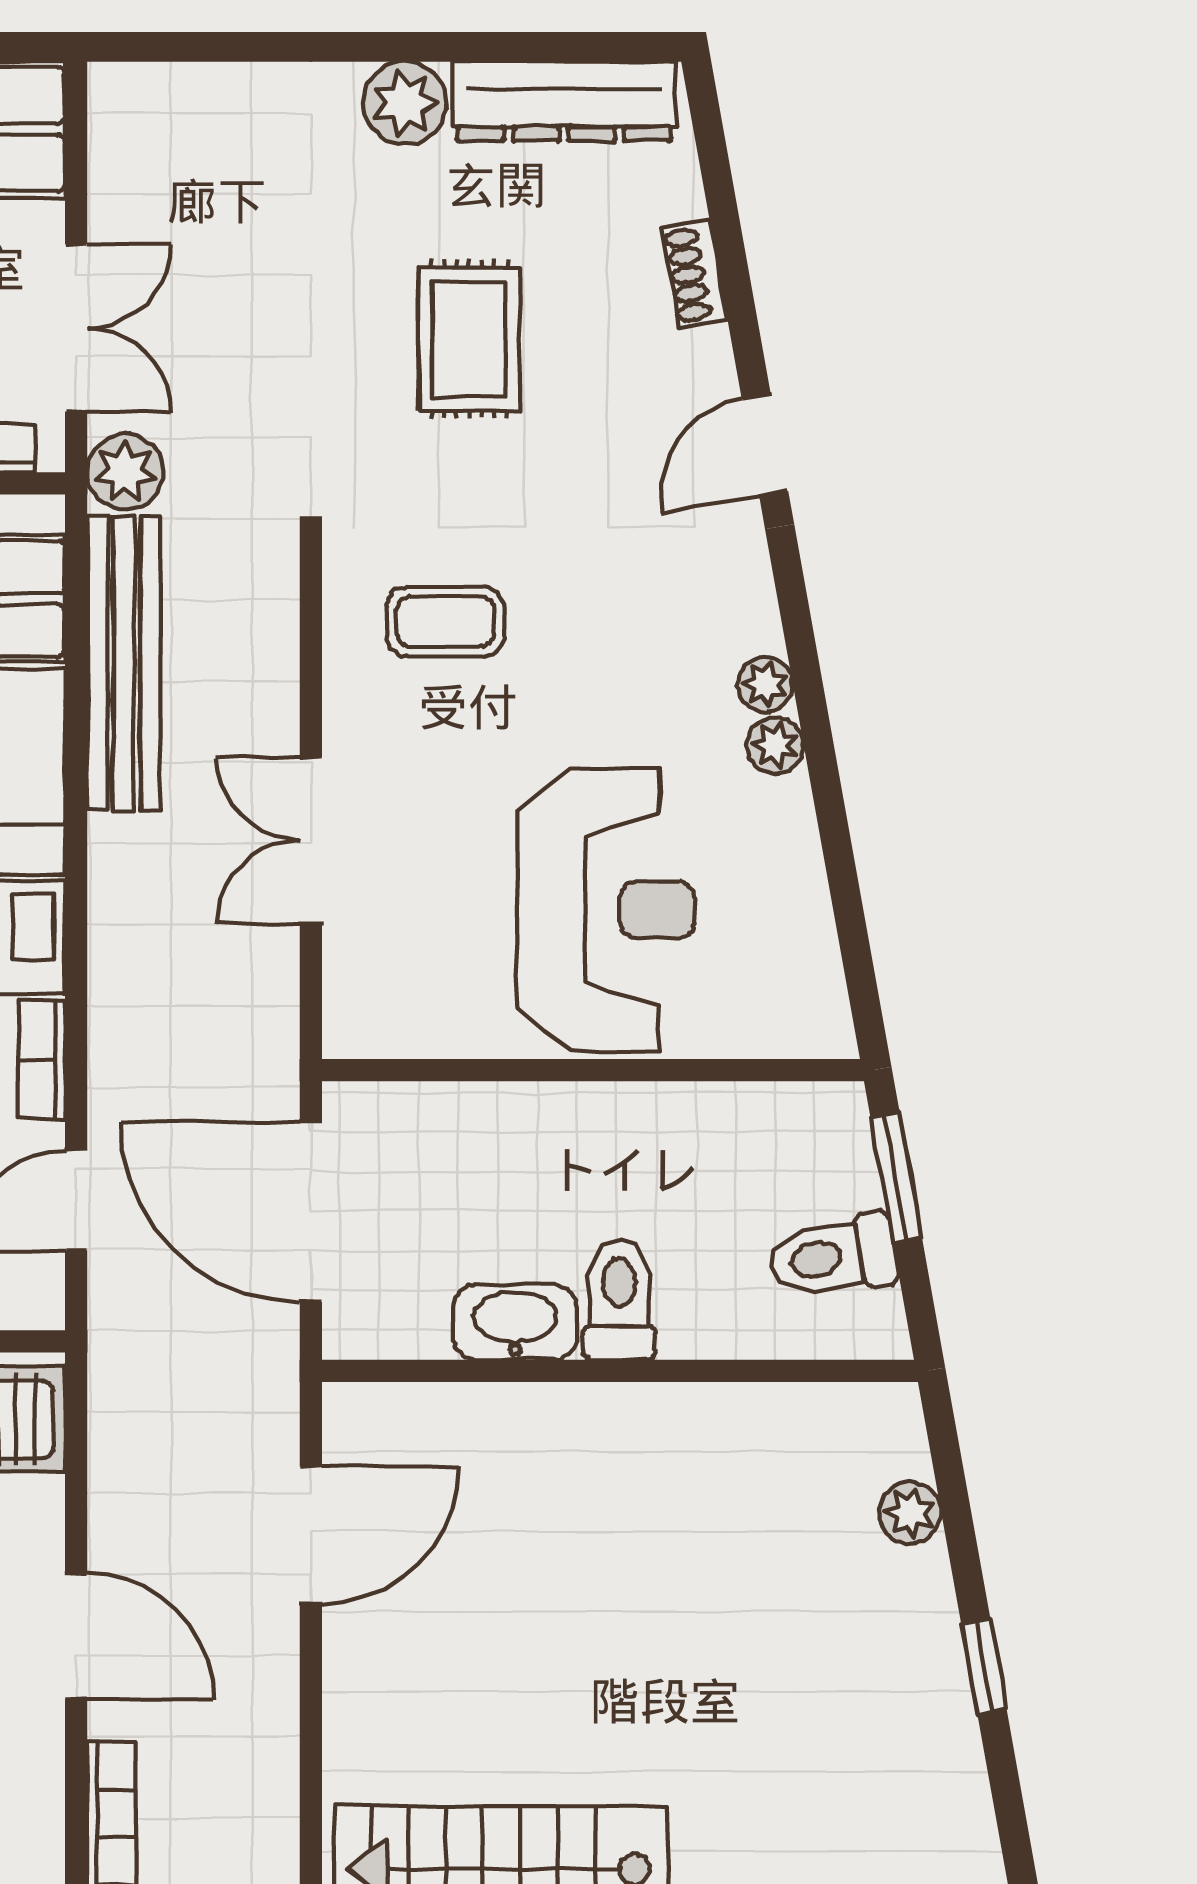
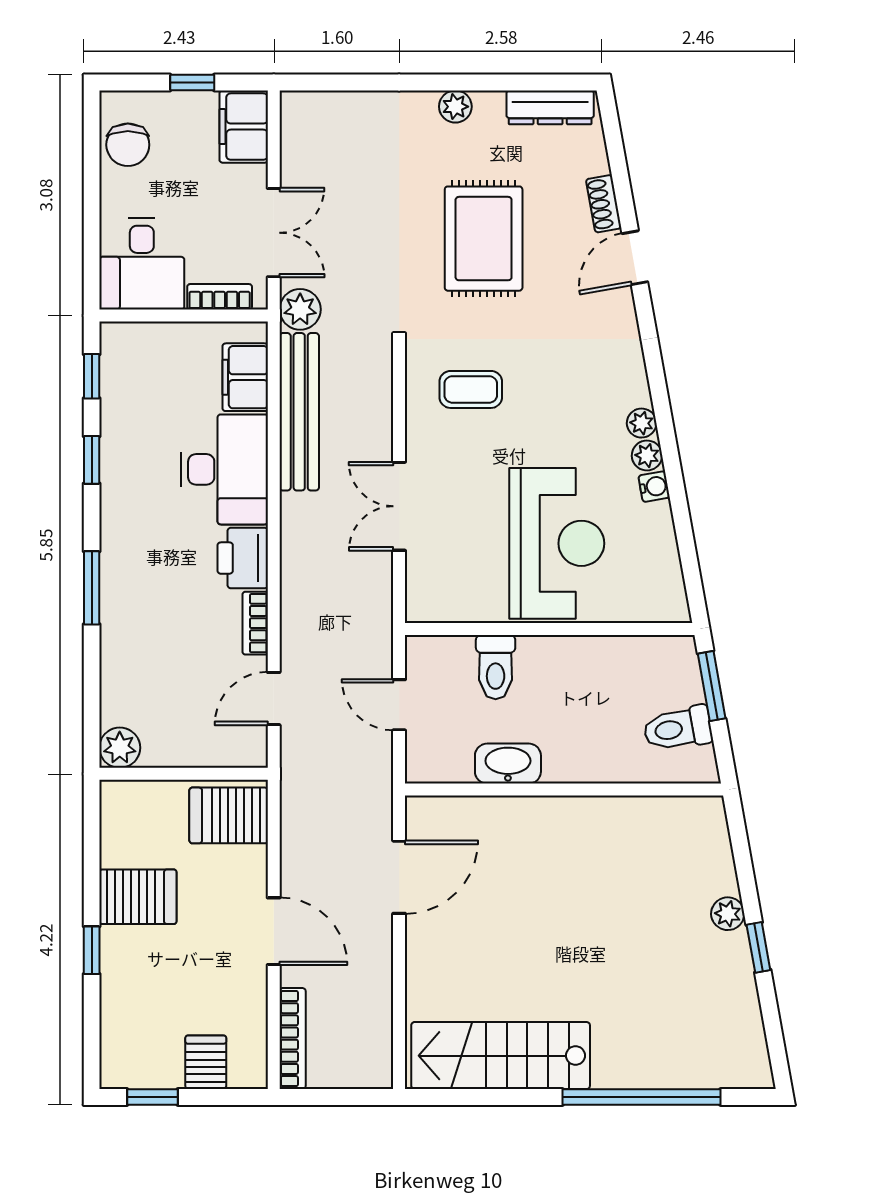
dresser: (564, 101) -> (550, 107), width x0.73, depth x0.80
plant: (405, 103) -> (455, 107), width x0.73, depth x0.73
rug: (469, 339) -> (484, 239), width x1.36, depth x1.43
door: (765, 445) -> (635, 258), moved
water cooler: (788, 803) -> (654, 487), added
door: (311, 1212) -> (399, 705), width x0.53
toilet: (619, 1299) -> (496, 667), moved, turned 180
plant: (910, 1513) -> (728, 914), moved

